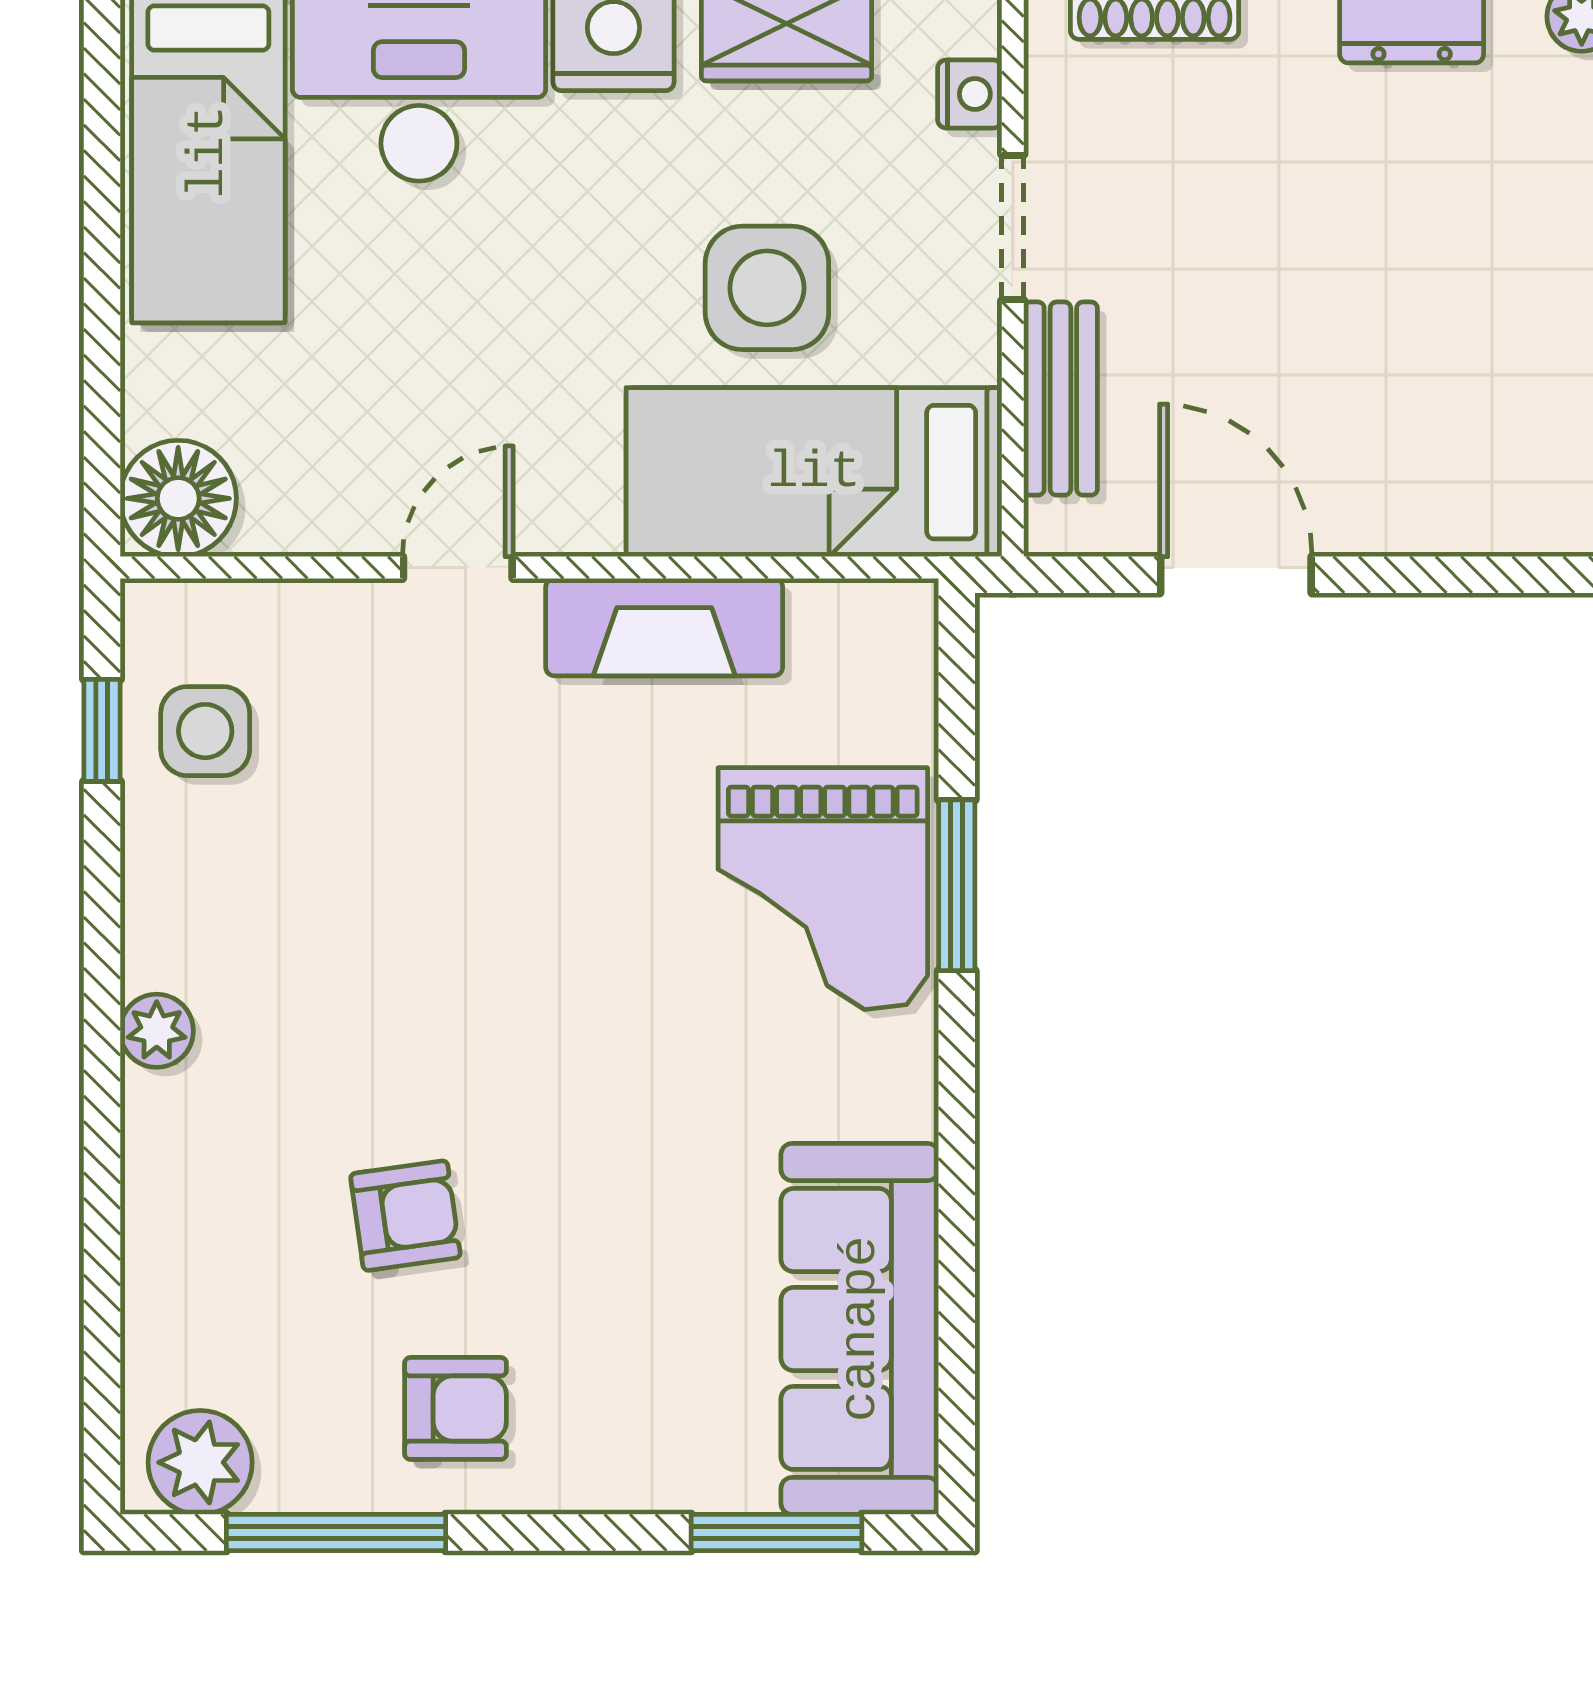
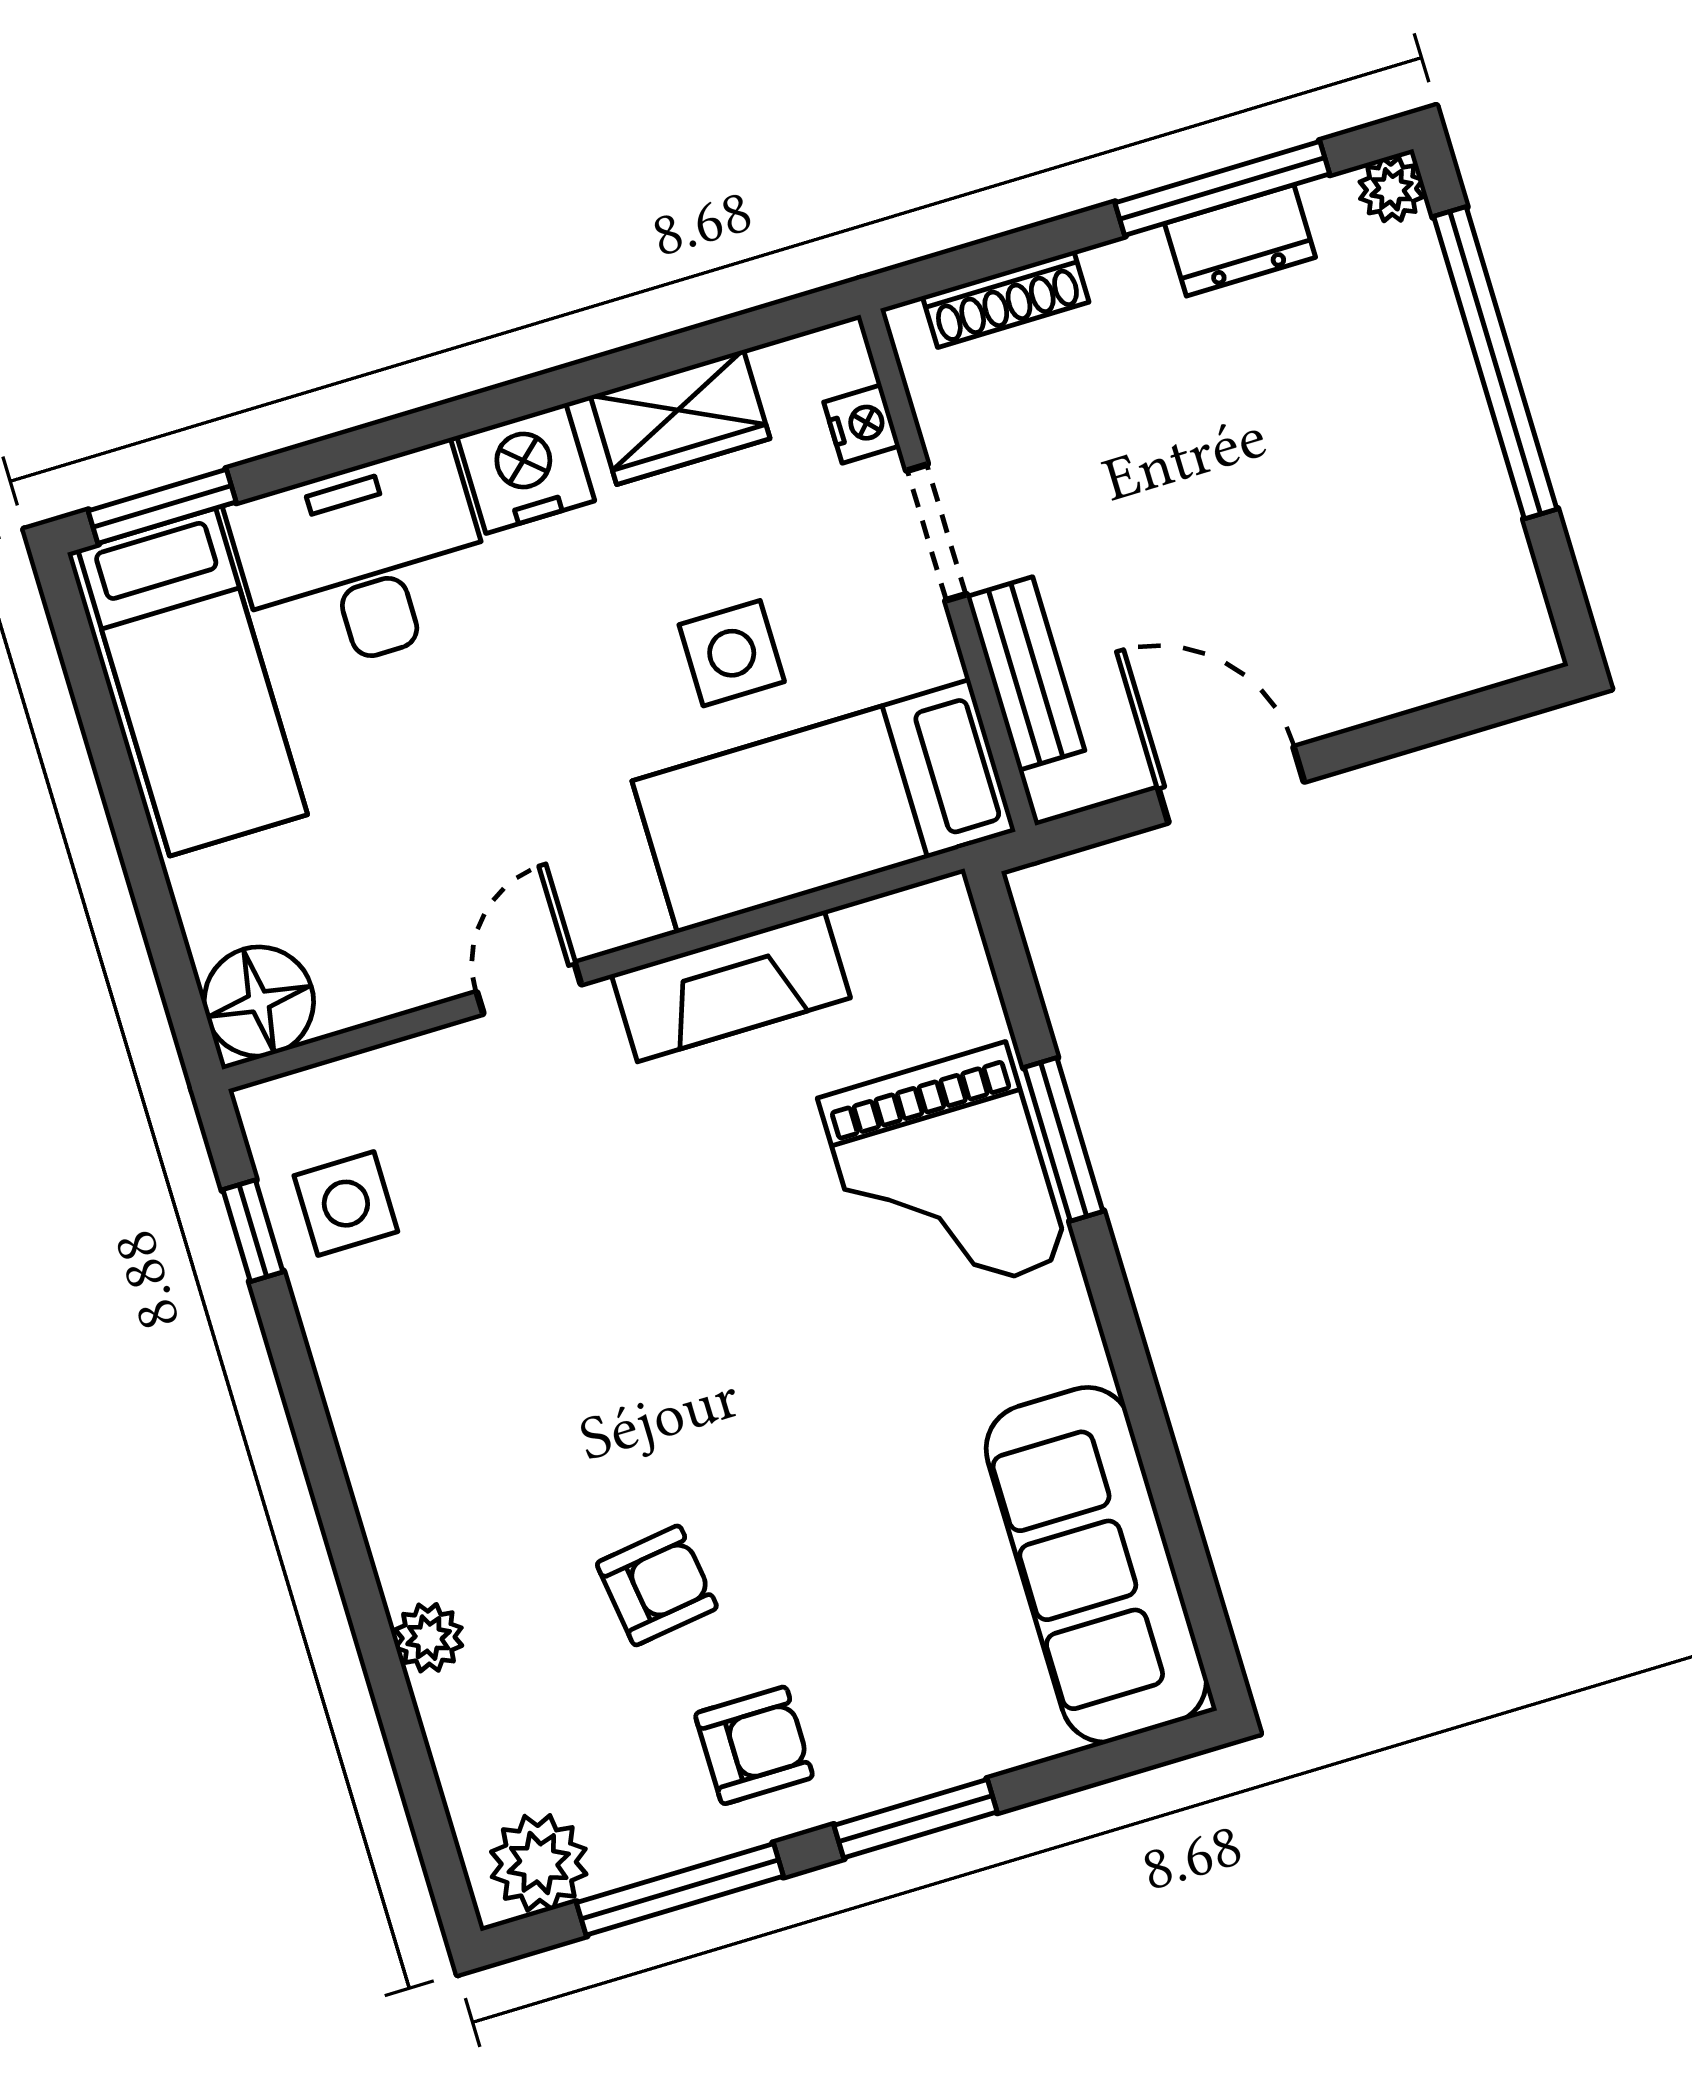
side table: (767, 288) -> (732, 653), width x0.73, depth x0.73
plant: (157, 1031) -> (429, 1638), moved
window: (776, 1533) -> (916, 1819), moved

